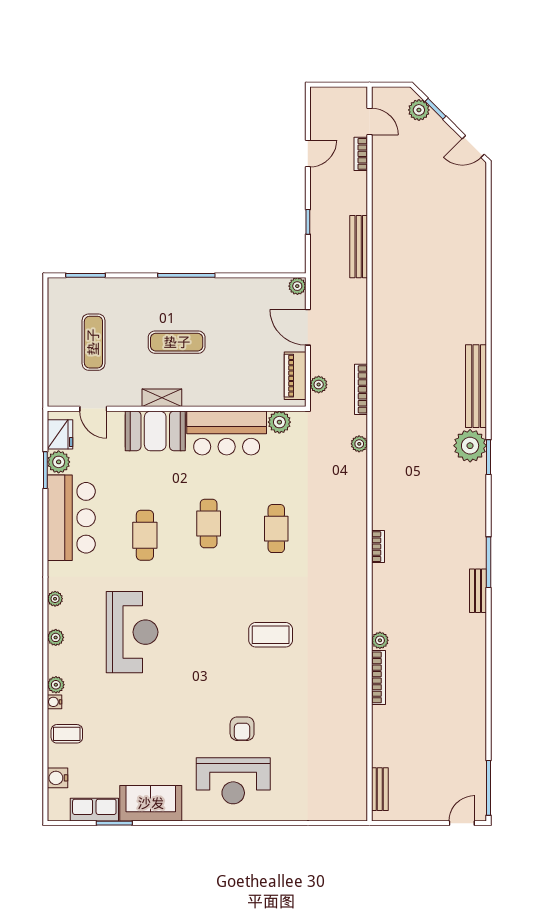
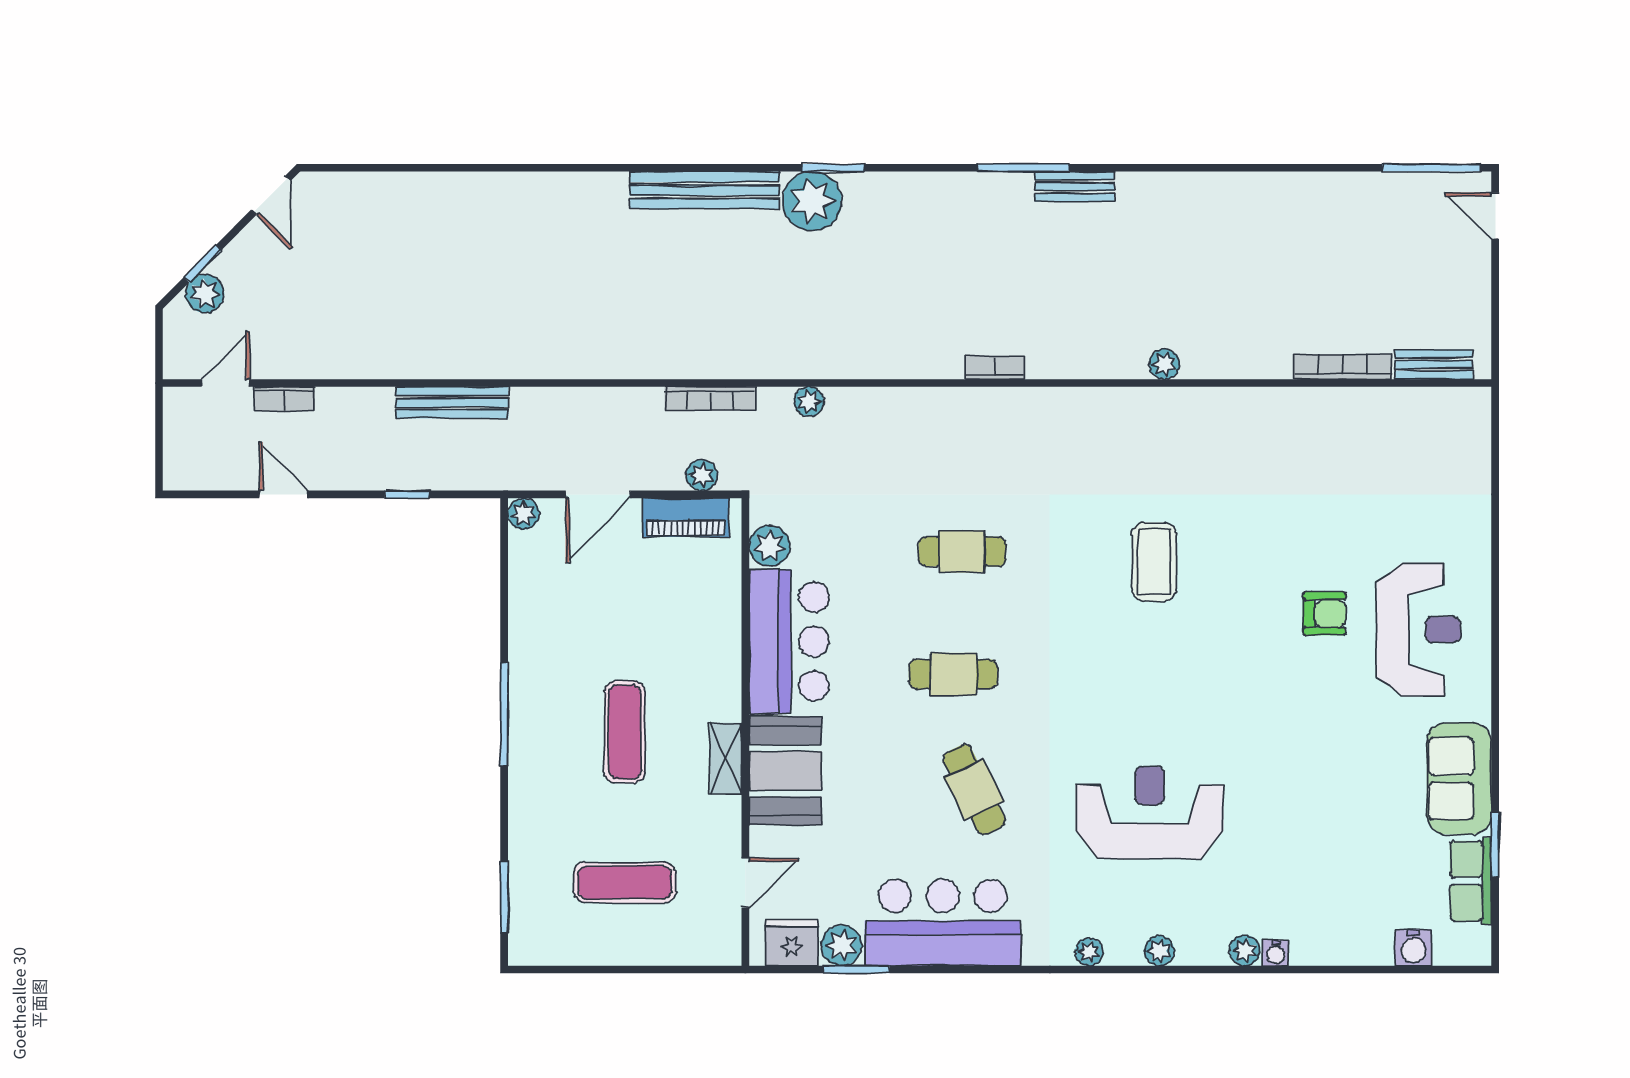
cafe table: (145, 535) -> (974, 789), turned 64
bookcase: (378, 677) -> (1343, 367), moved
coffee table: (67, 734) -> (1334, 931), removed

